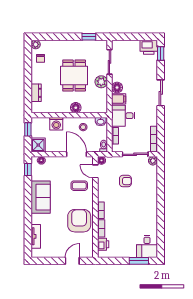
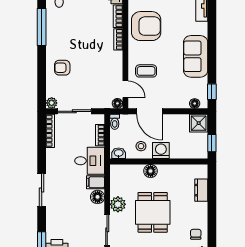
washing machine: (56, 124) -> (161, 151), moved
armchair: (125, 181) -> (62, 68), moved
window: (161, 220) -> (42, 27), added
armchair: (79, 221) -> (146, 26), turned -90

